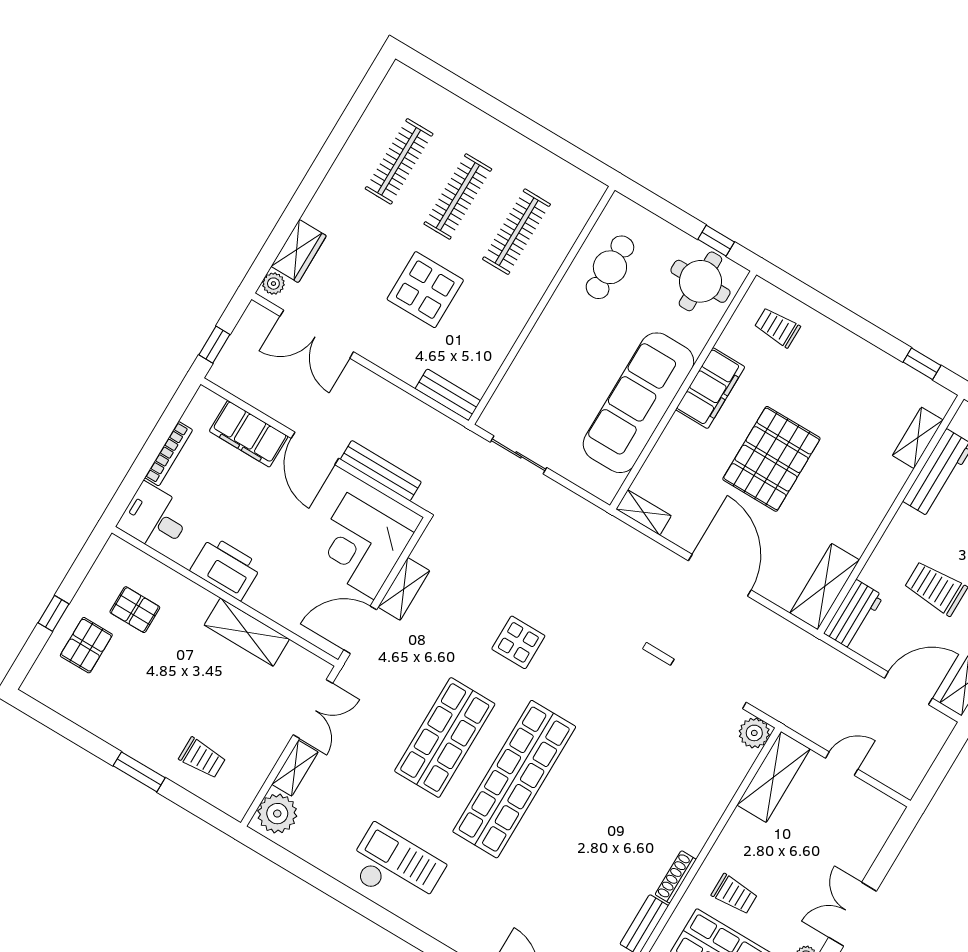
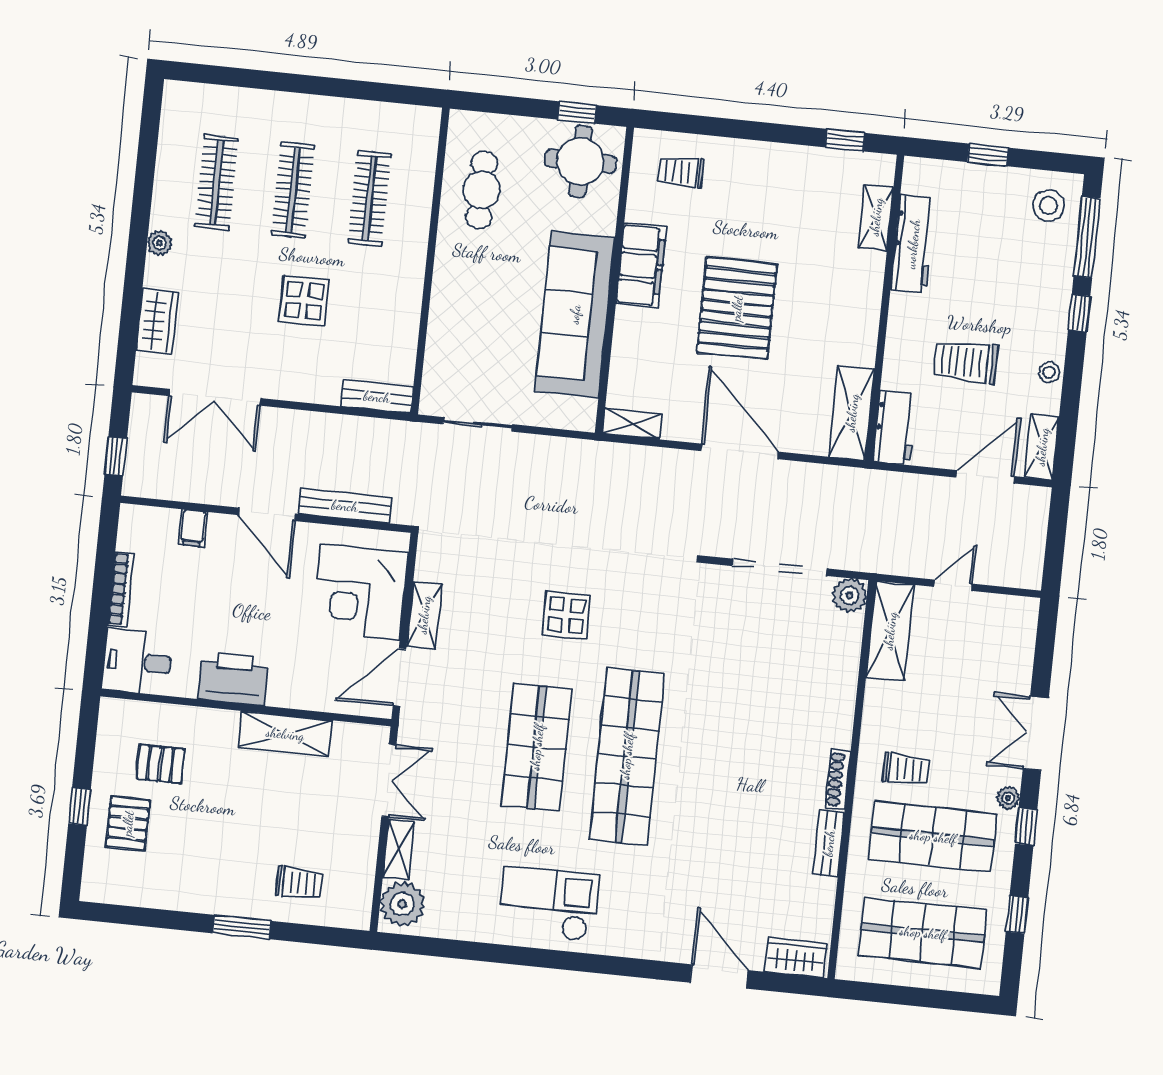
plant: (273, 284) -> (160, 243), moved
display table: (425, 290) -> (304, 300), width x0.73, depth x0.73
filing cabinet: (249, 434) -> (193, 528), width x0.33, depth x0.86

